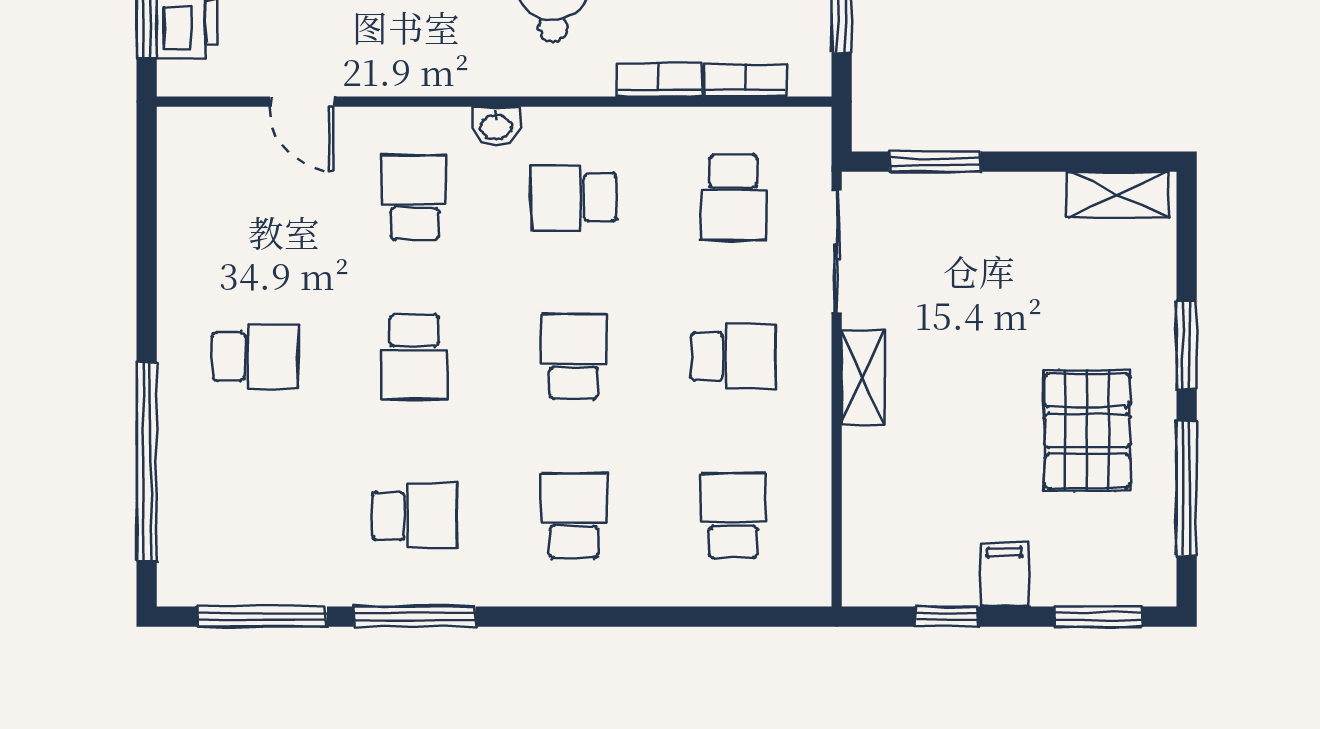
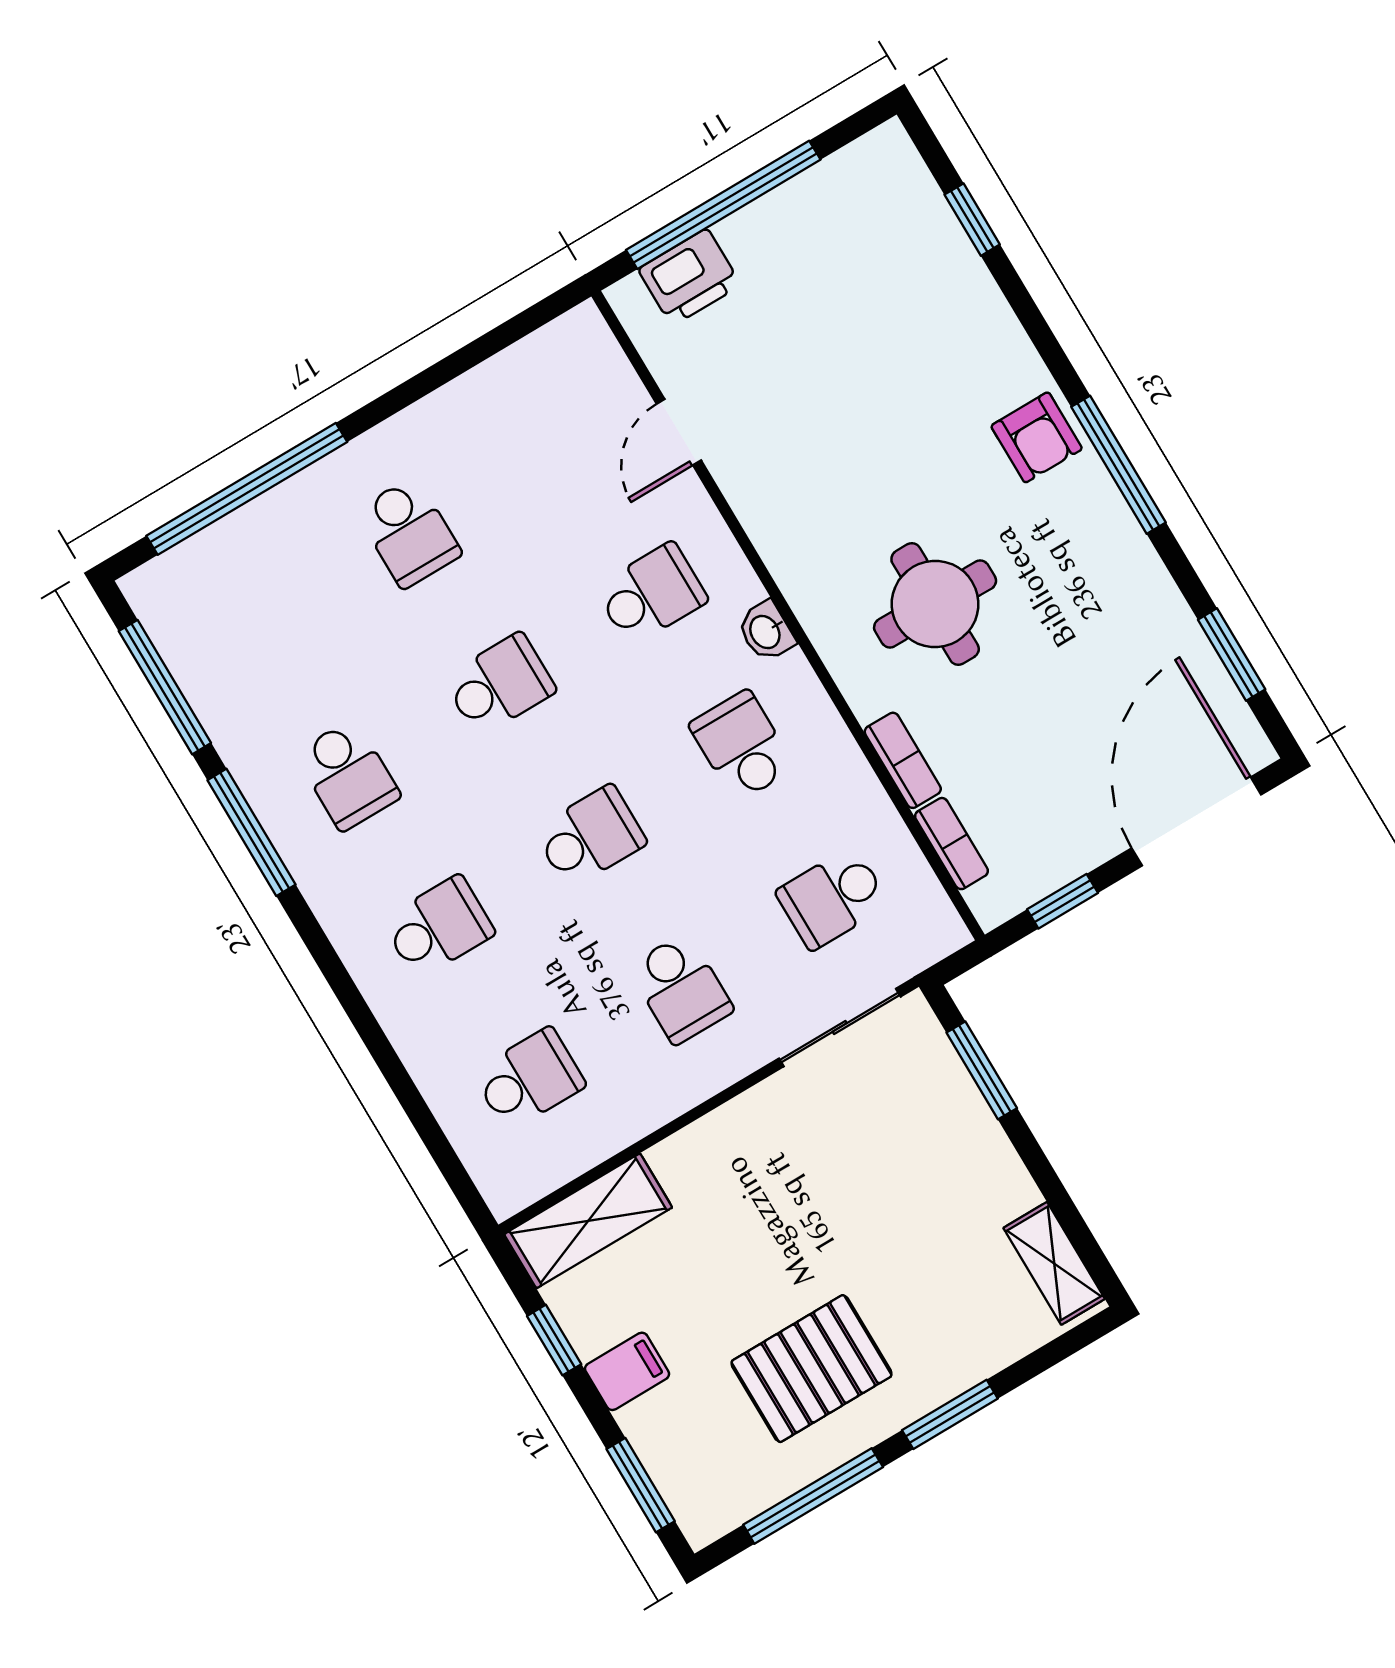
school desk: (414, 357) -> (499, 684), turned 180
shelving: (863, 377) -> (588, 1221), moved, width x1.50, depth x1.33

